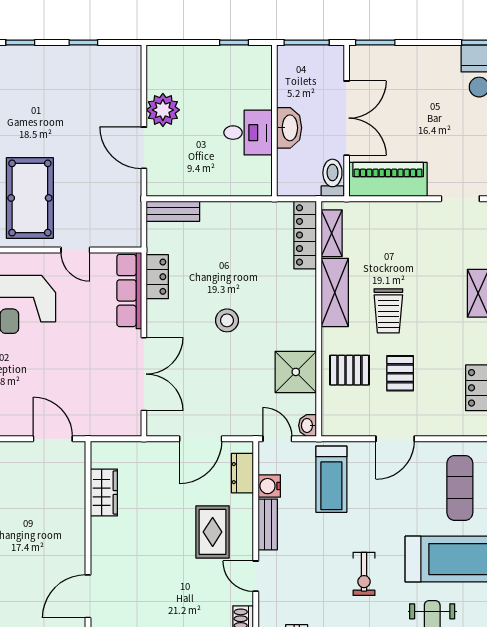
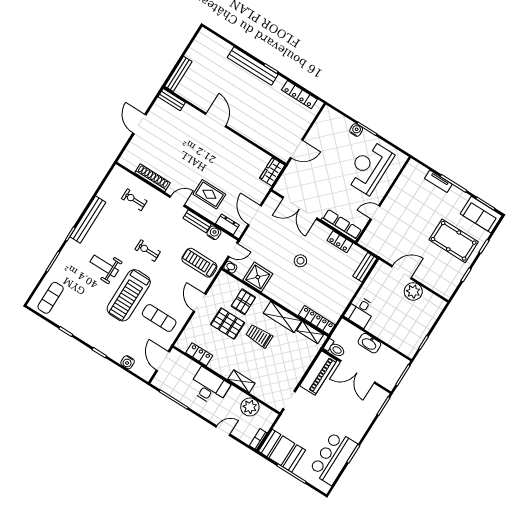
desk: (248, 133) -> (360, 312), moved
pool table: (30, 198) -> (454, 241), moved
pallet: (400, 373) -> (228, 324), width x1.50, depth x1.42
wardrobe: (104, 493) -> (272, 172), moved, turned 90

